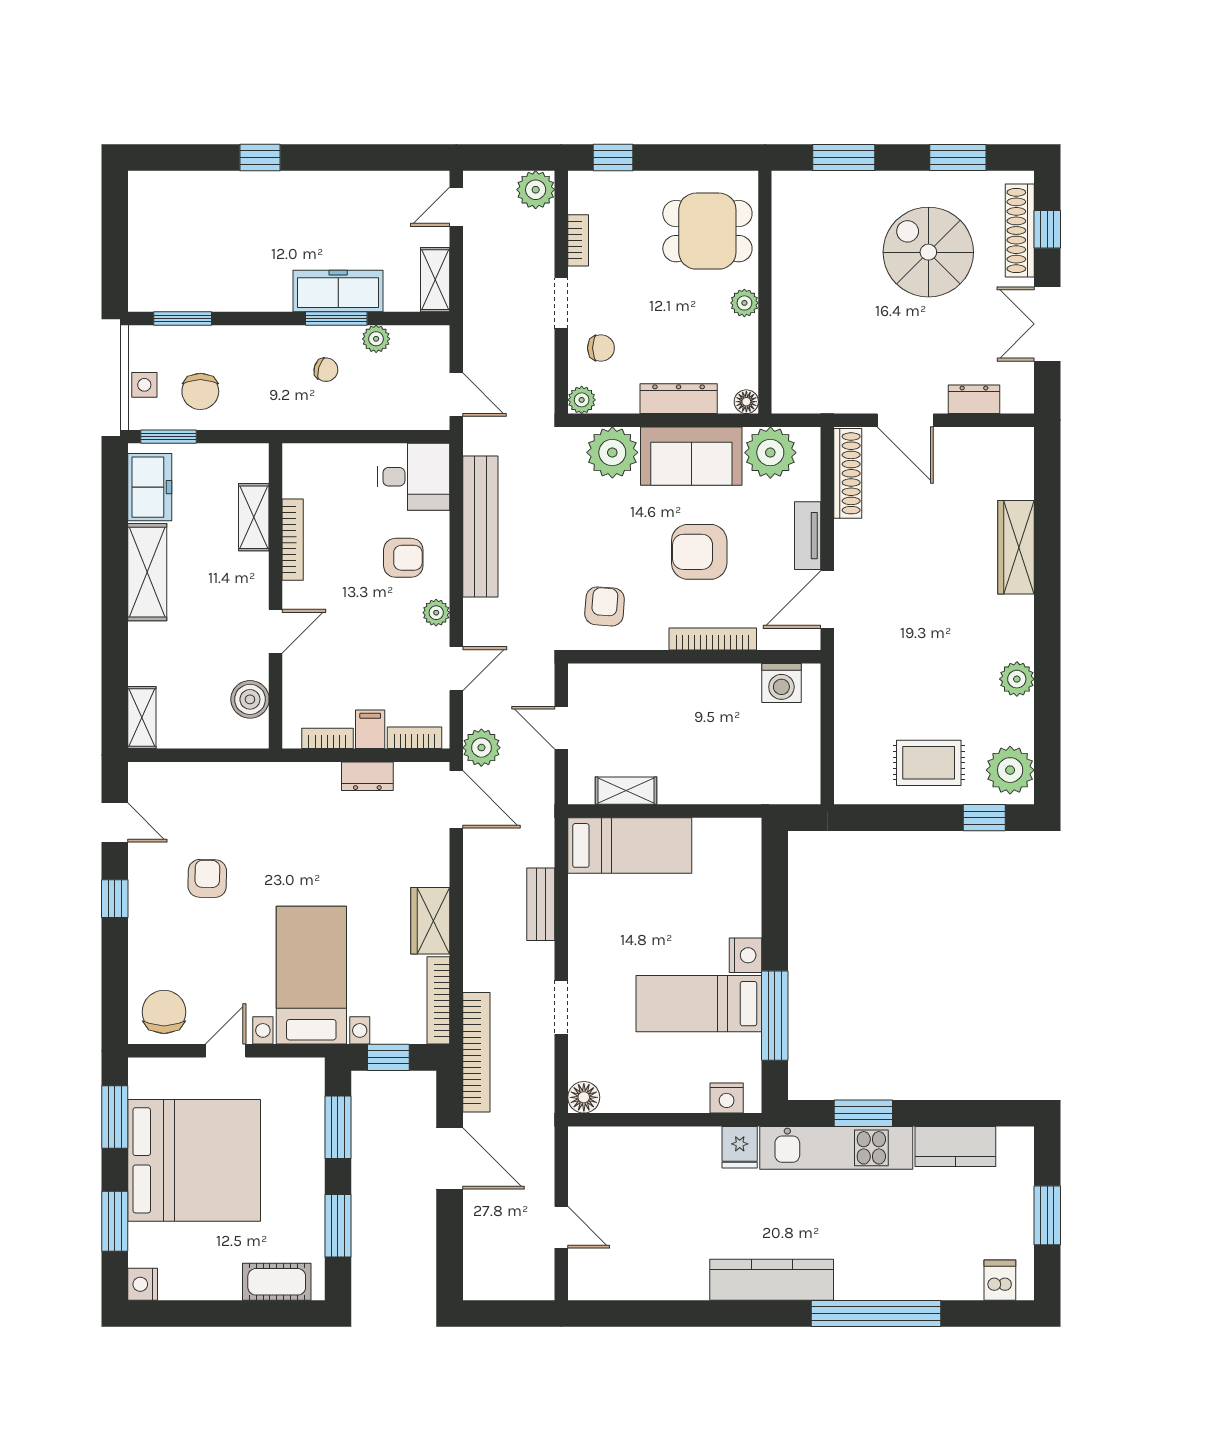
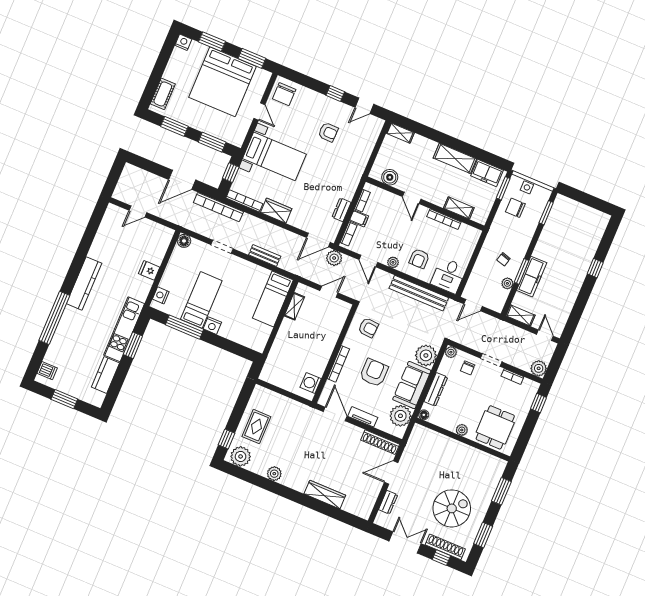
chair: (164, 1012) -> (284, 94), turned 90
fridge: (740, 1147) -> (149, 270), moved

